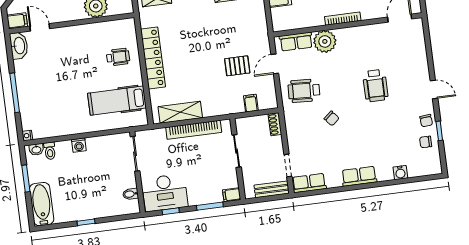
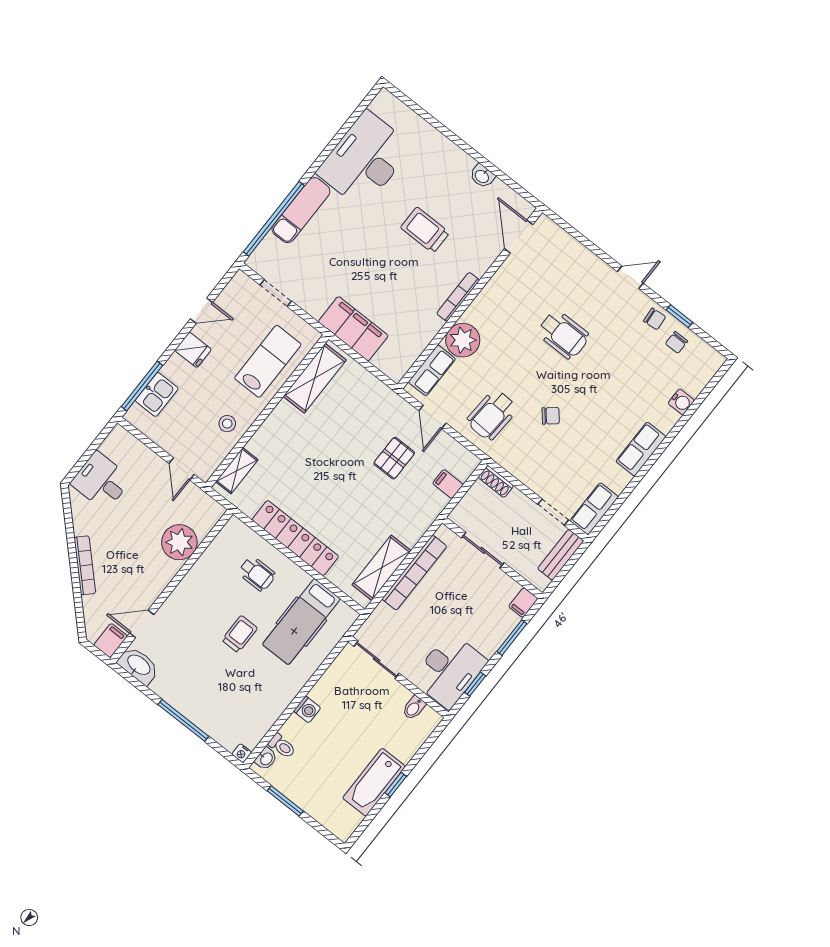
wheelchair: (118, 57) -> (257, 574), turned 90
trolley: (82, 78) -> (240, 634), added
bathtub: (42, 204) -> (374, 782), moved, turned -90

